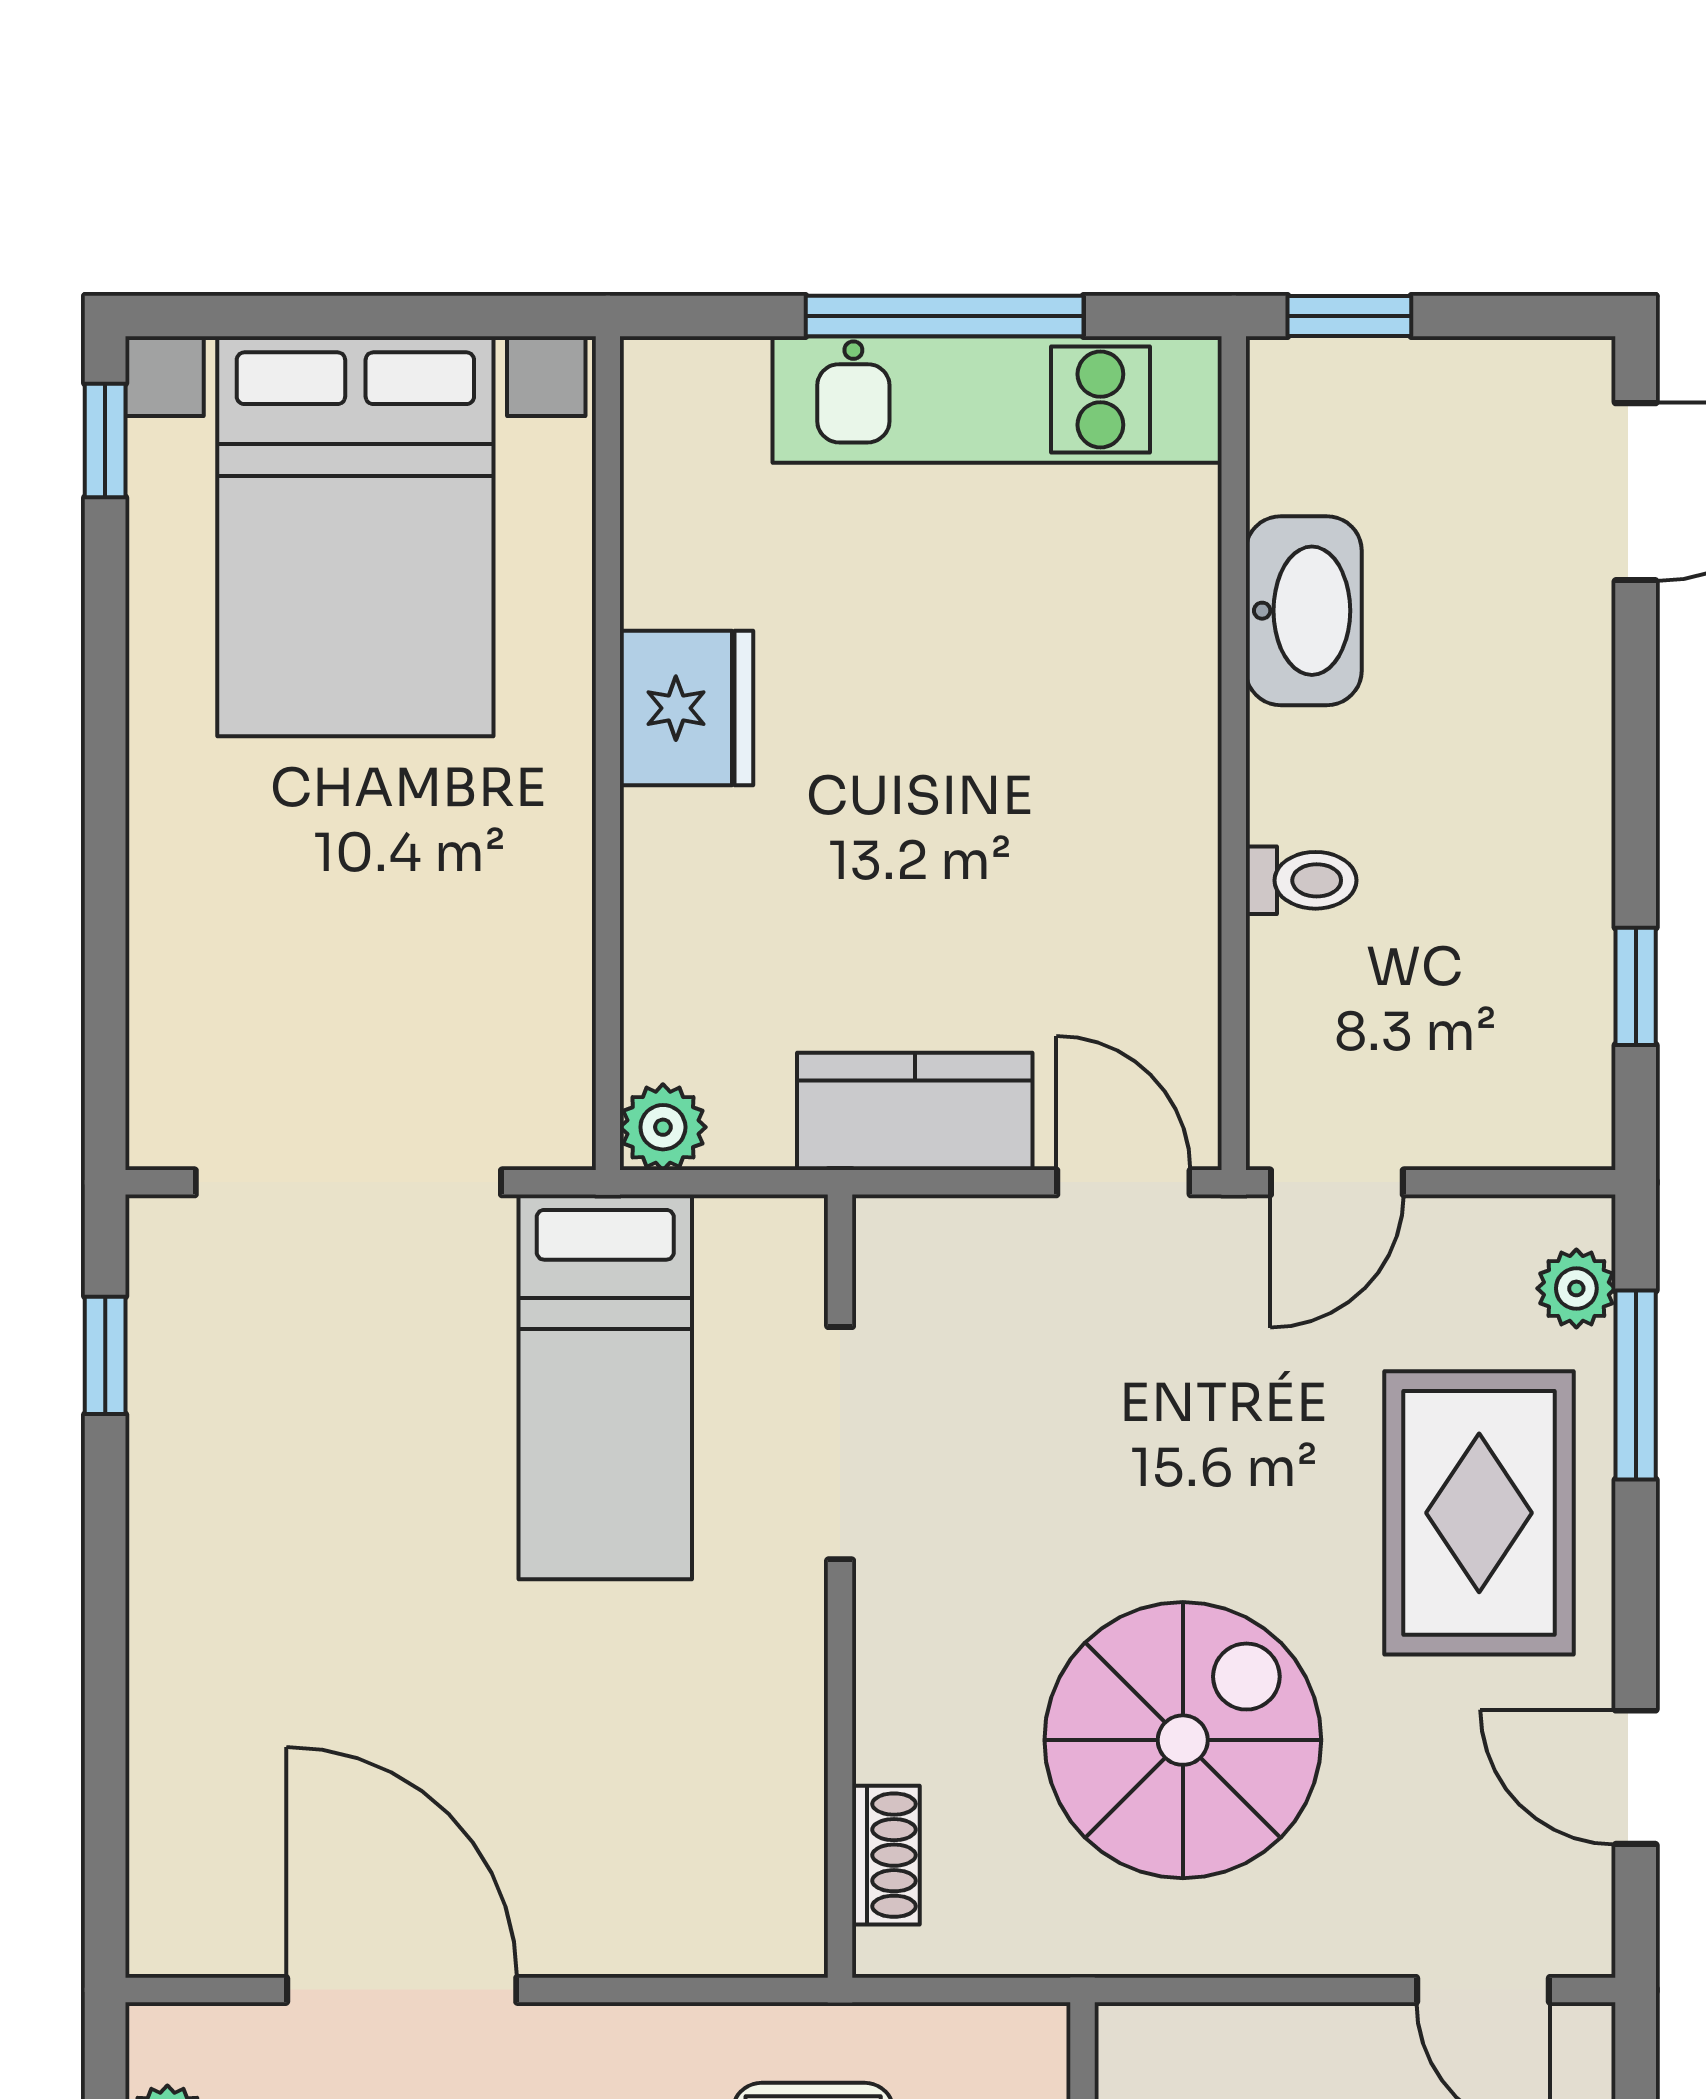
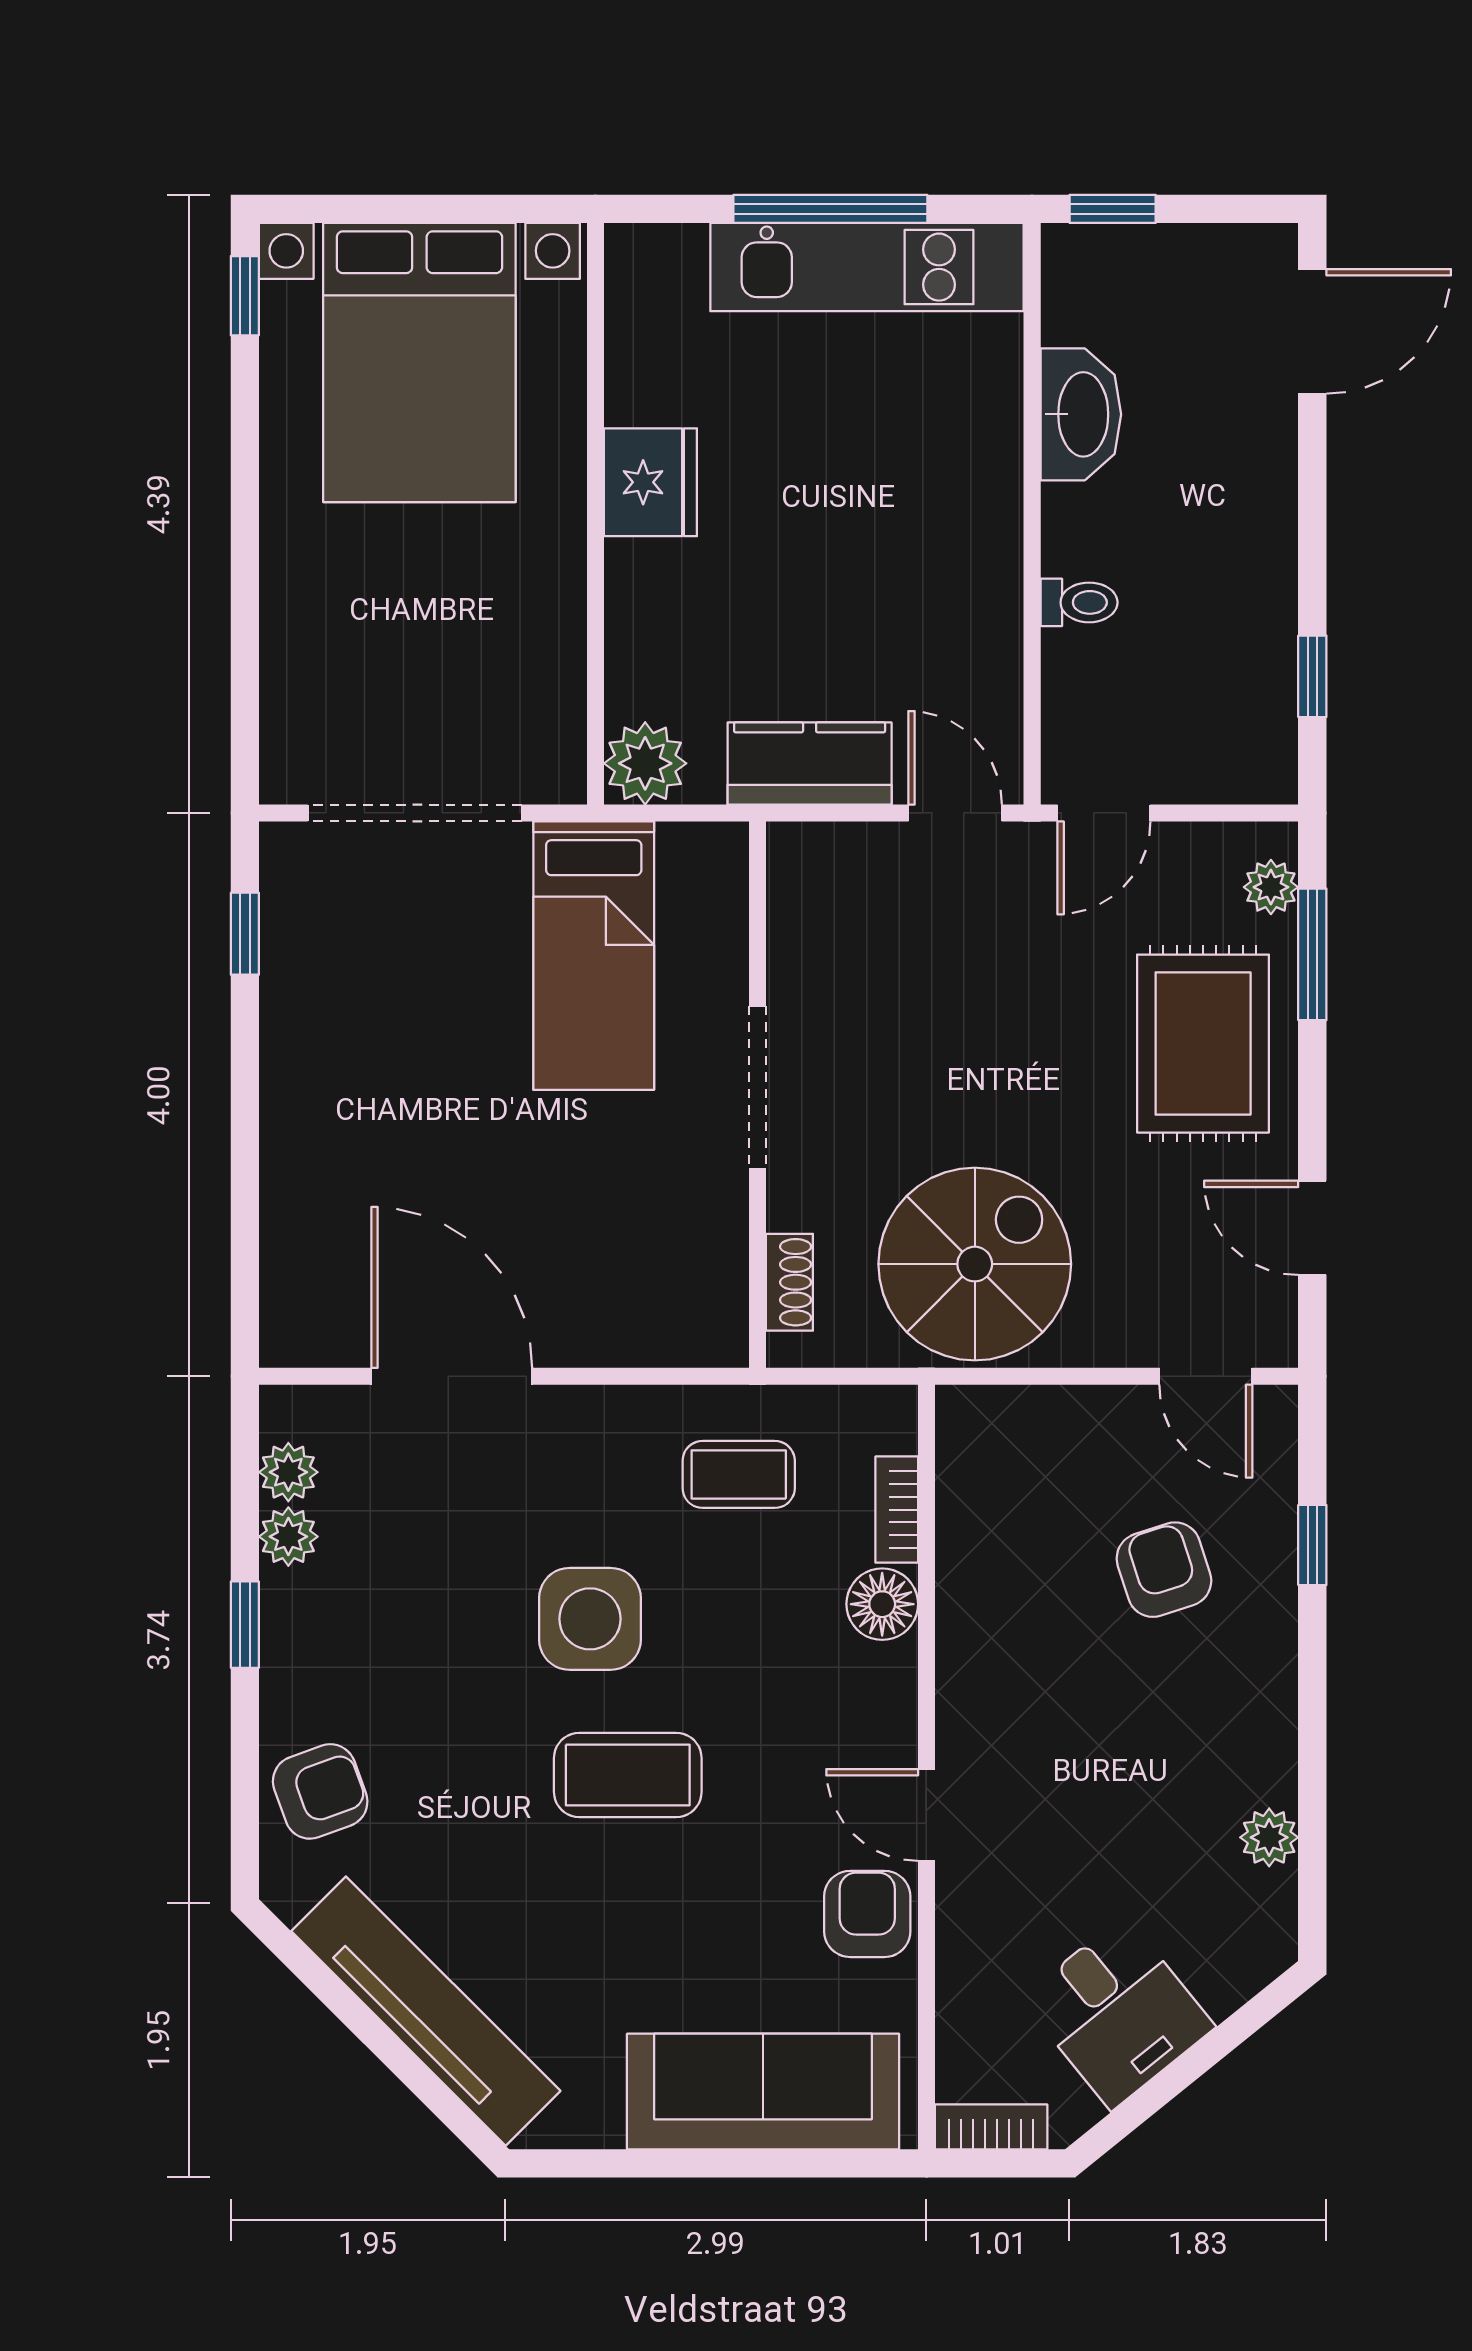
plant: (663, 1127) -> (645, 763), width x1.38, depth x1.38
doorway: (840, 1443) -> (757, 1087), moved
spiral stairs: (1183, 1740) -> (975, 1264), moved

